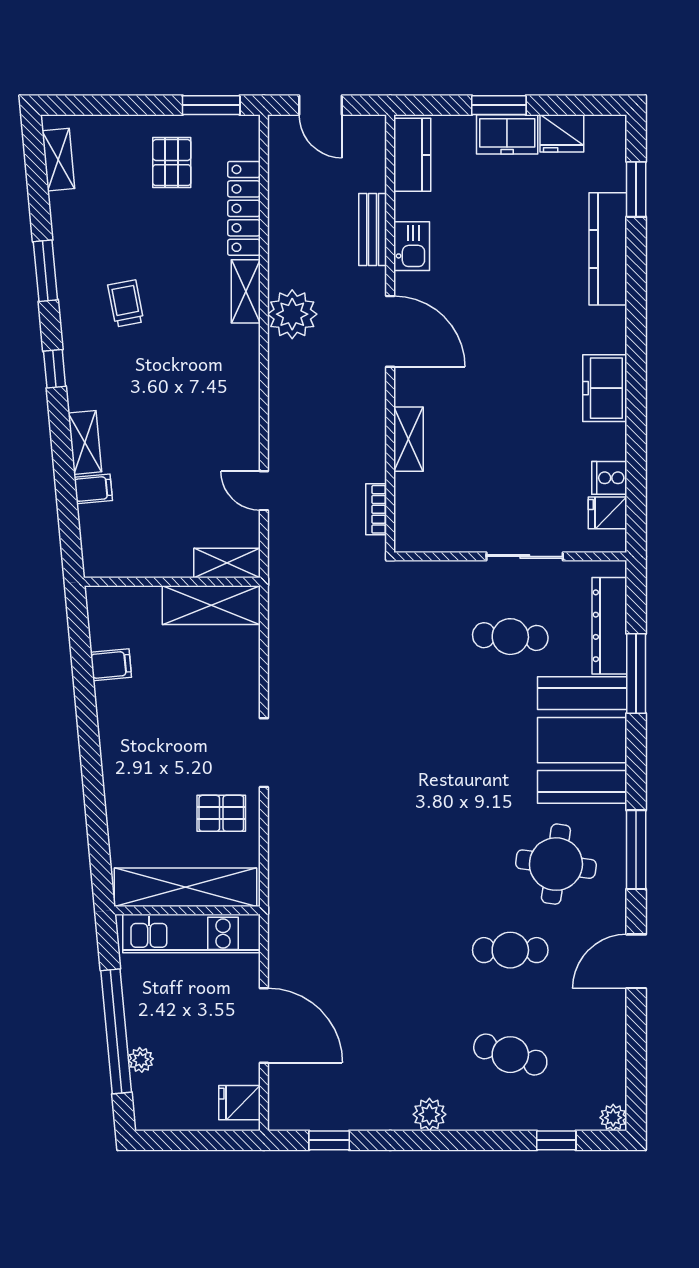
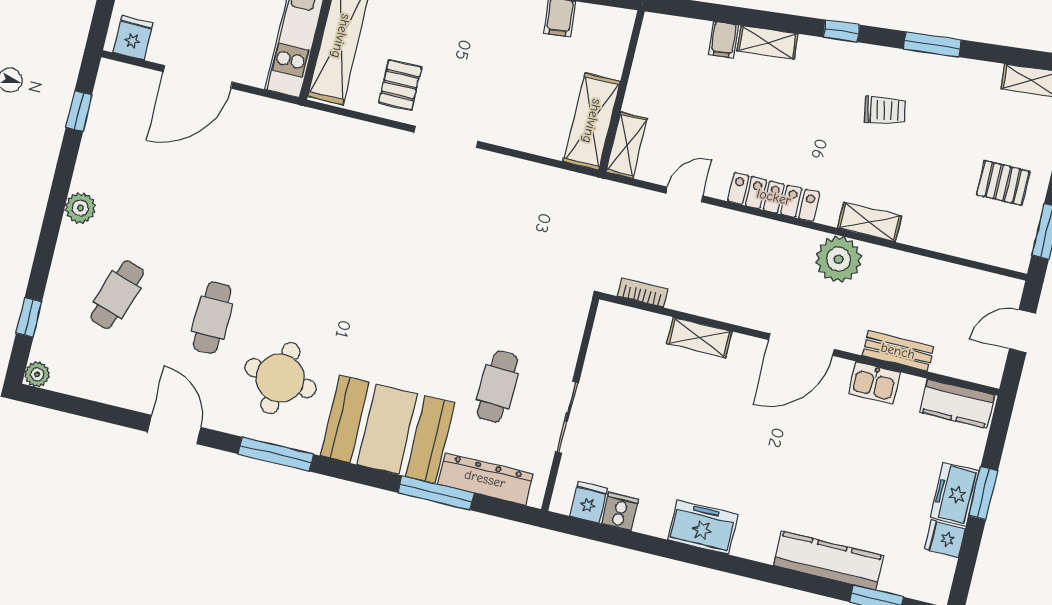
fridge: (562, 133) -> (945, 539), width x0.72
locker: (244, 208) -> (774, 197), moved

